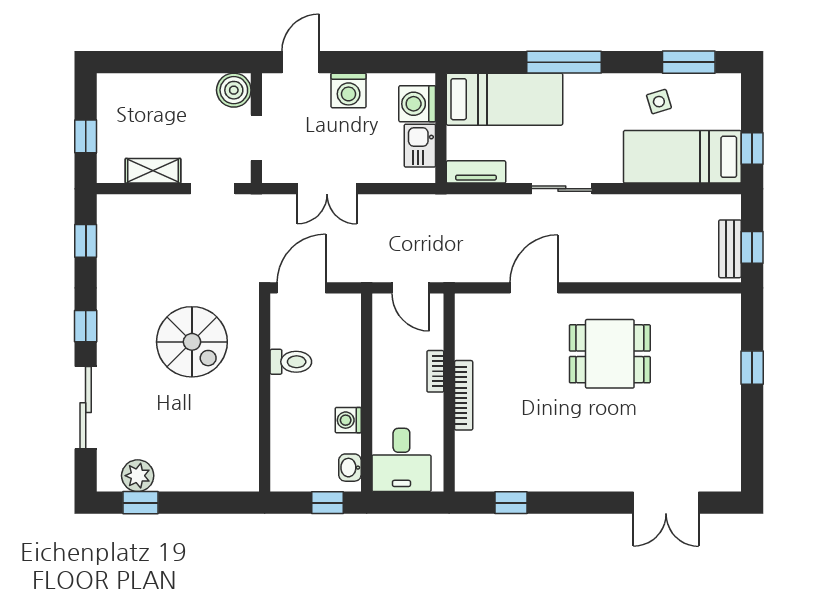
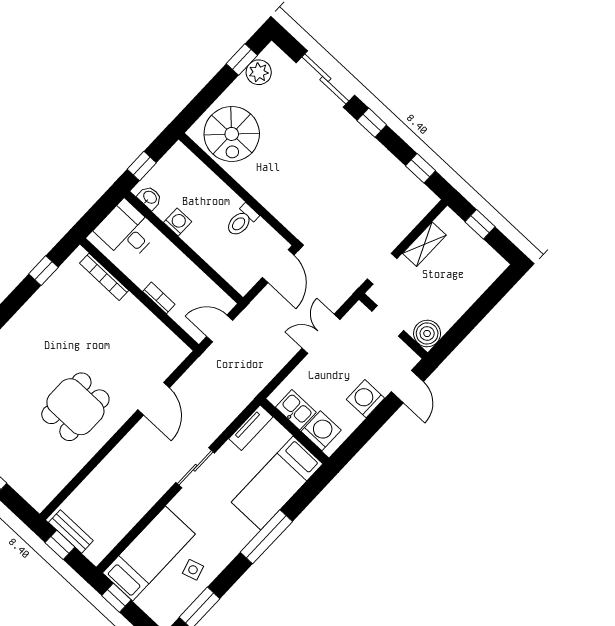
spiral stairs: (192, 342) -> (232, 134), moved, turned -90
bookcase: (464, 395) -> (104, 277), moved

